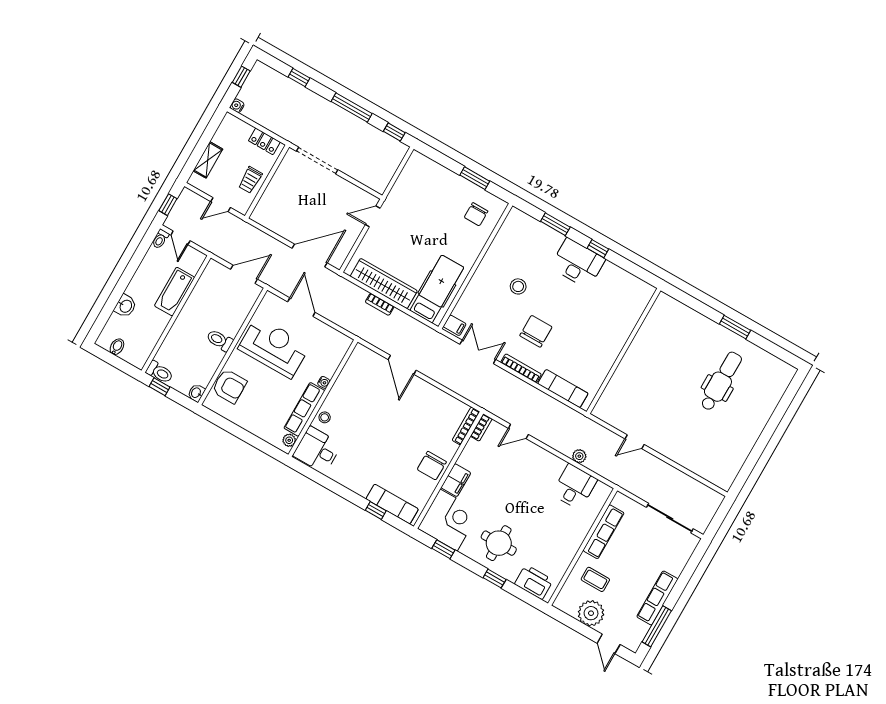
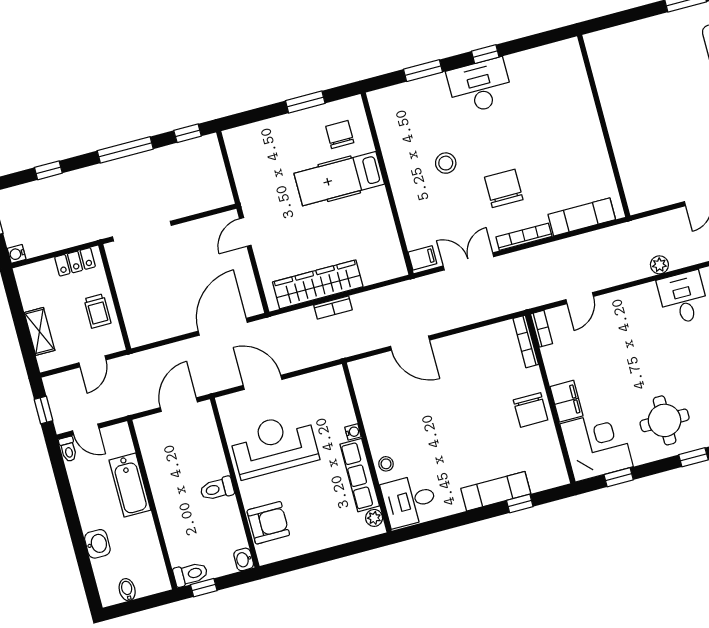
chair: (476, 214) -> (340, 134), turned 180
hospital bed: (437, 289) -> (339, 179), moved, turned -90
exam couch: (392, 504) -> (496, 491), moved

